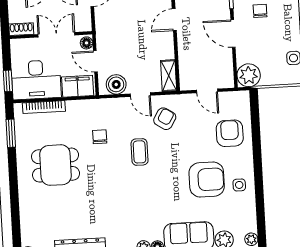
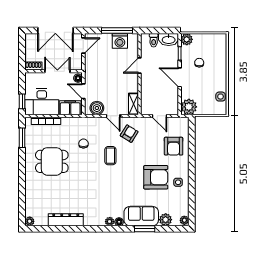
armchair: (230, 133) -> (174, 146), turned 180

